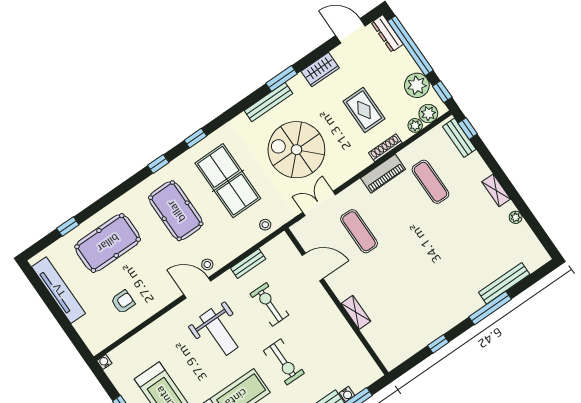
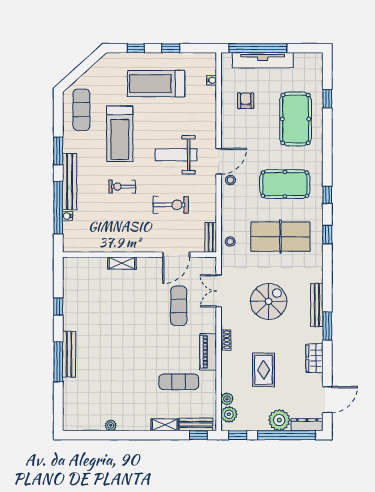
plant: (417, 85) -> (279, 420), moved
rug: (364, 110) -> (264, 370), turned 90
shoe rack: (385, 148) -> (226, 340), moved, width x0.70
spiral stairs: (296, 150) -> (269, 301), width x0.73, depth x0.73
shelving: (496, 190) -> (165, 425), moved
double door: (319, 203) -> (219, 291), swing flipped
exercise mat: (359, 231) -> (179, 306), turned 90
bench: (248, 264) -> (211, 237), moved
bench: (504, 283) -> (69, 354), moved
tv unit: (59, 290) -> (263, 60), moved
armchair: (123, 302) -> (246, 101), turned 180
window: (66, 325) -> (258, 48), added
water cooler: (104, 362) -> (212, 80), moved
exercise bike: (284, 362) -> (122, 187), width x0.73, depth x0.72

